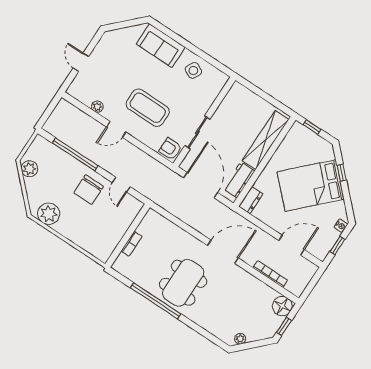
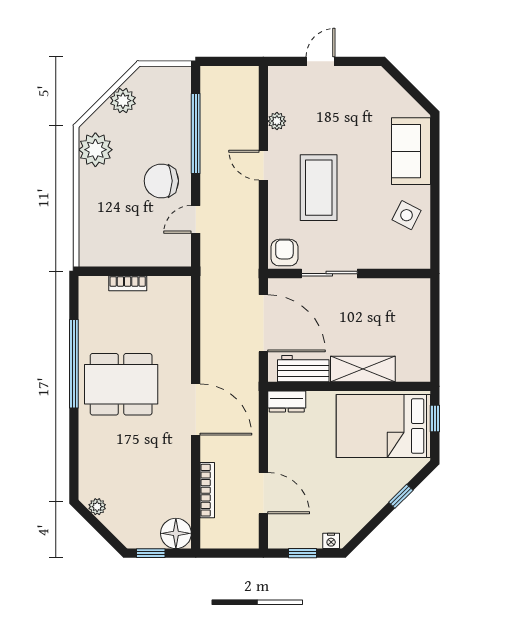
shelving: (266, 140) -> (363, 369), width x0.68
plant: (29, 169) -> (123, 101), moved
door: (201, 185) -> (263, 323), hinge flipped
bed: (311, 185) -> (383, 426), moved, turned -45

